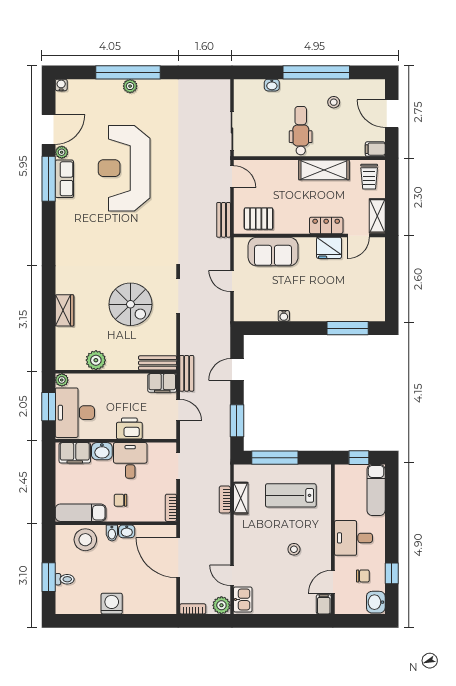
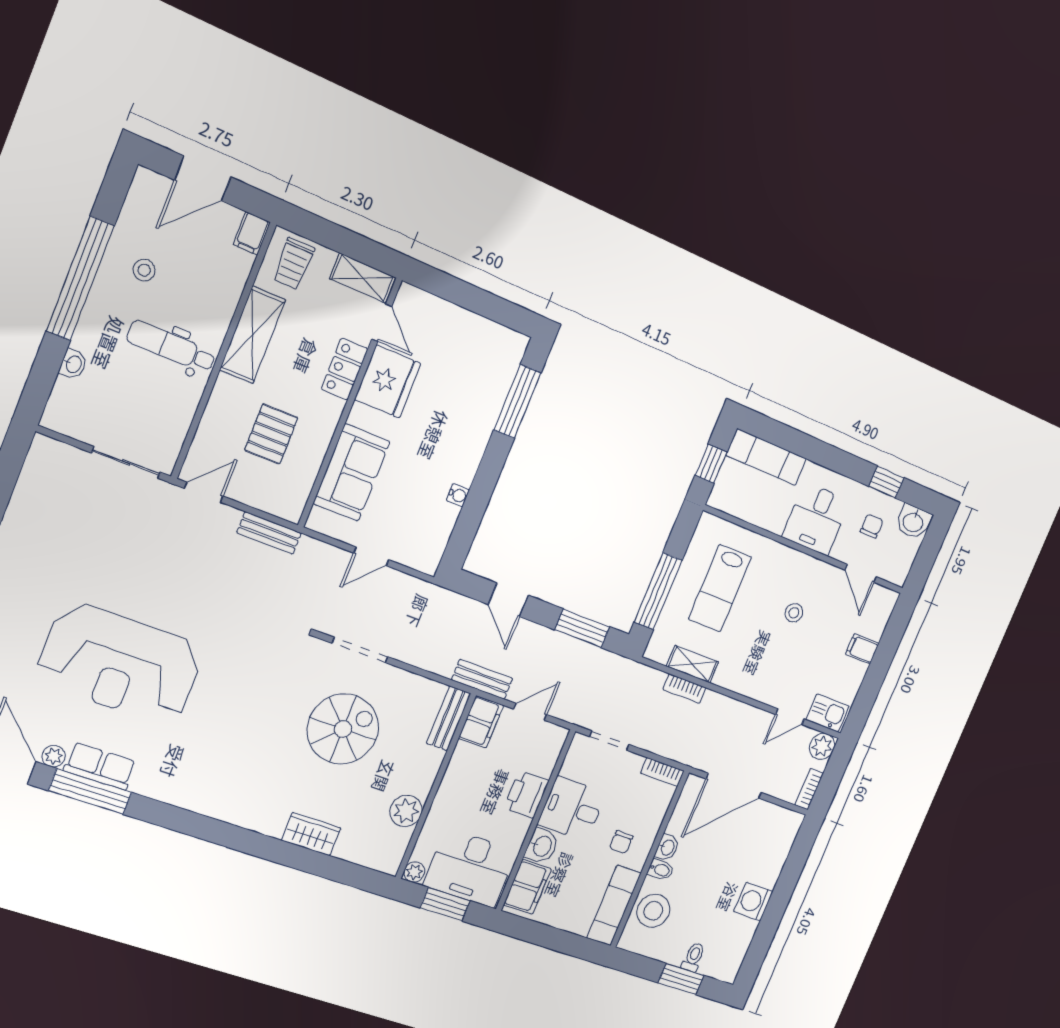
trolley: (369, 177) -> (294, 264), turned 90
pallet: (259, 219) -> (271, 434), moved
fridge: (329, 248) -> (388, 382), width x1.36, depth x1.34
filing cabinet: (324, 604) -> (862, 649), moved

